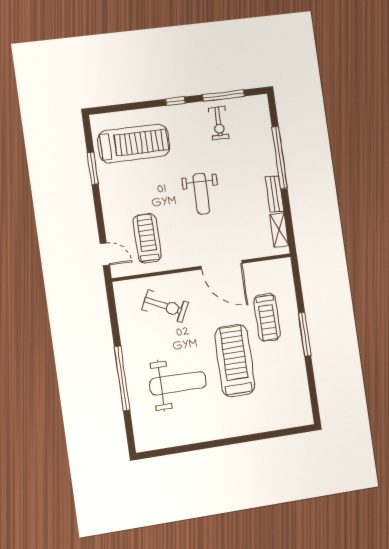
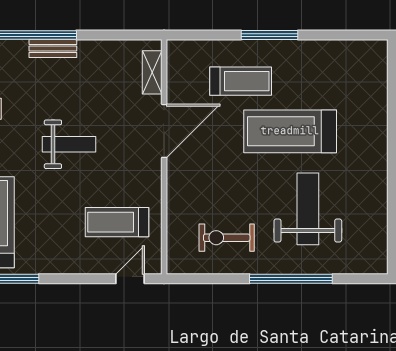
bench: (275, 194) -> (53, 48), moved
shelving: (279, 230) -> (152, 72), moved, turned 90
exercise bike: (165, 306) -> (227, 238), moved, turned -116

